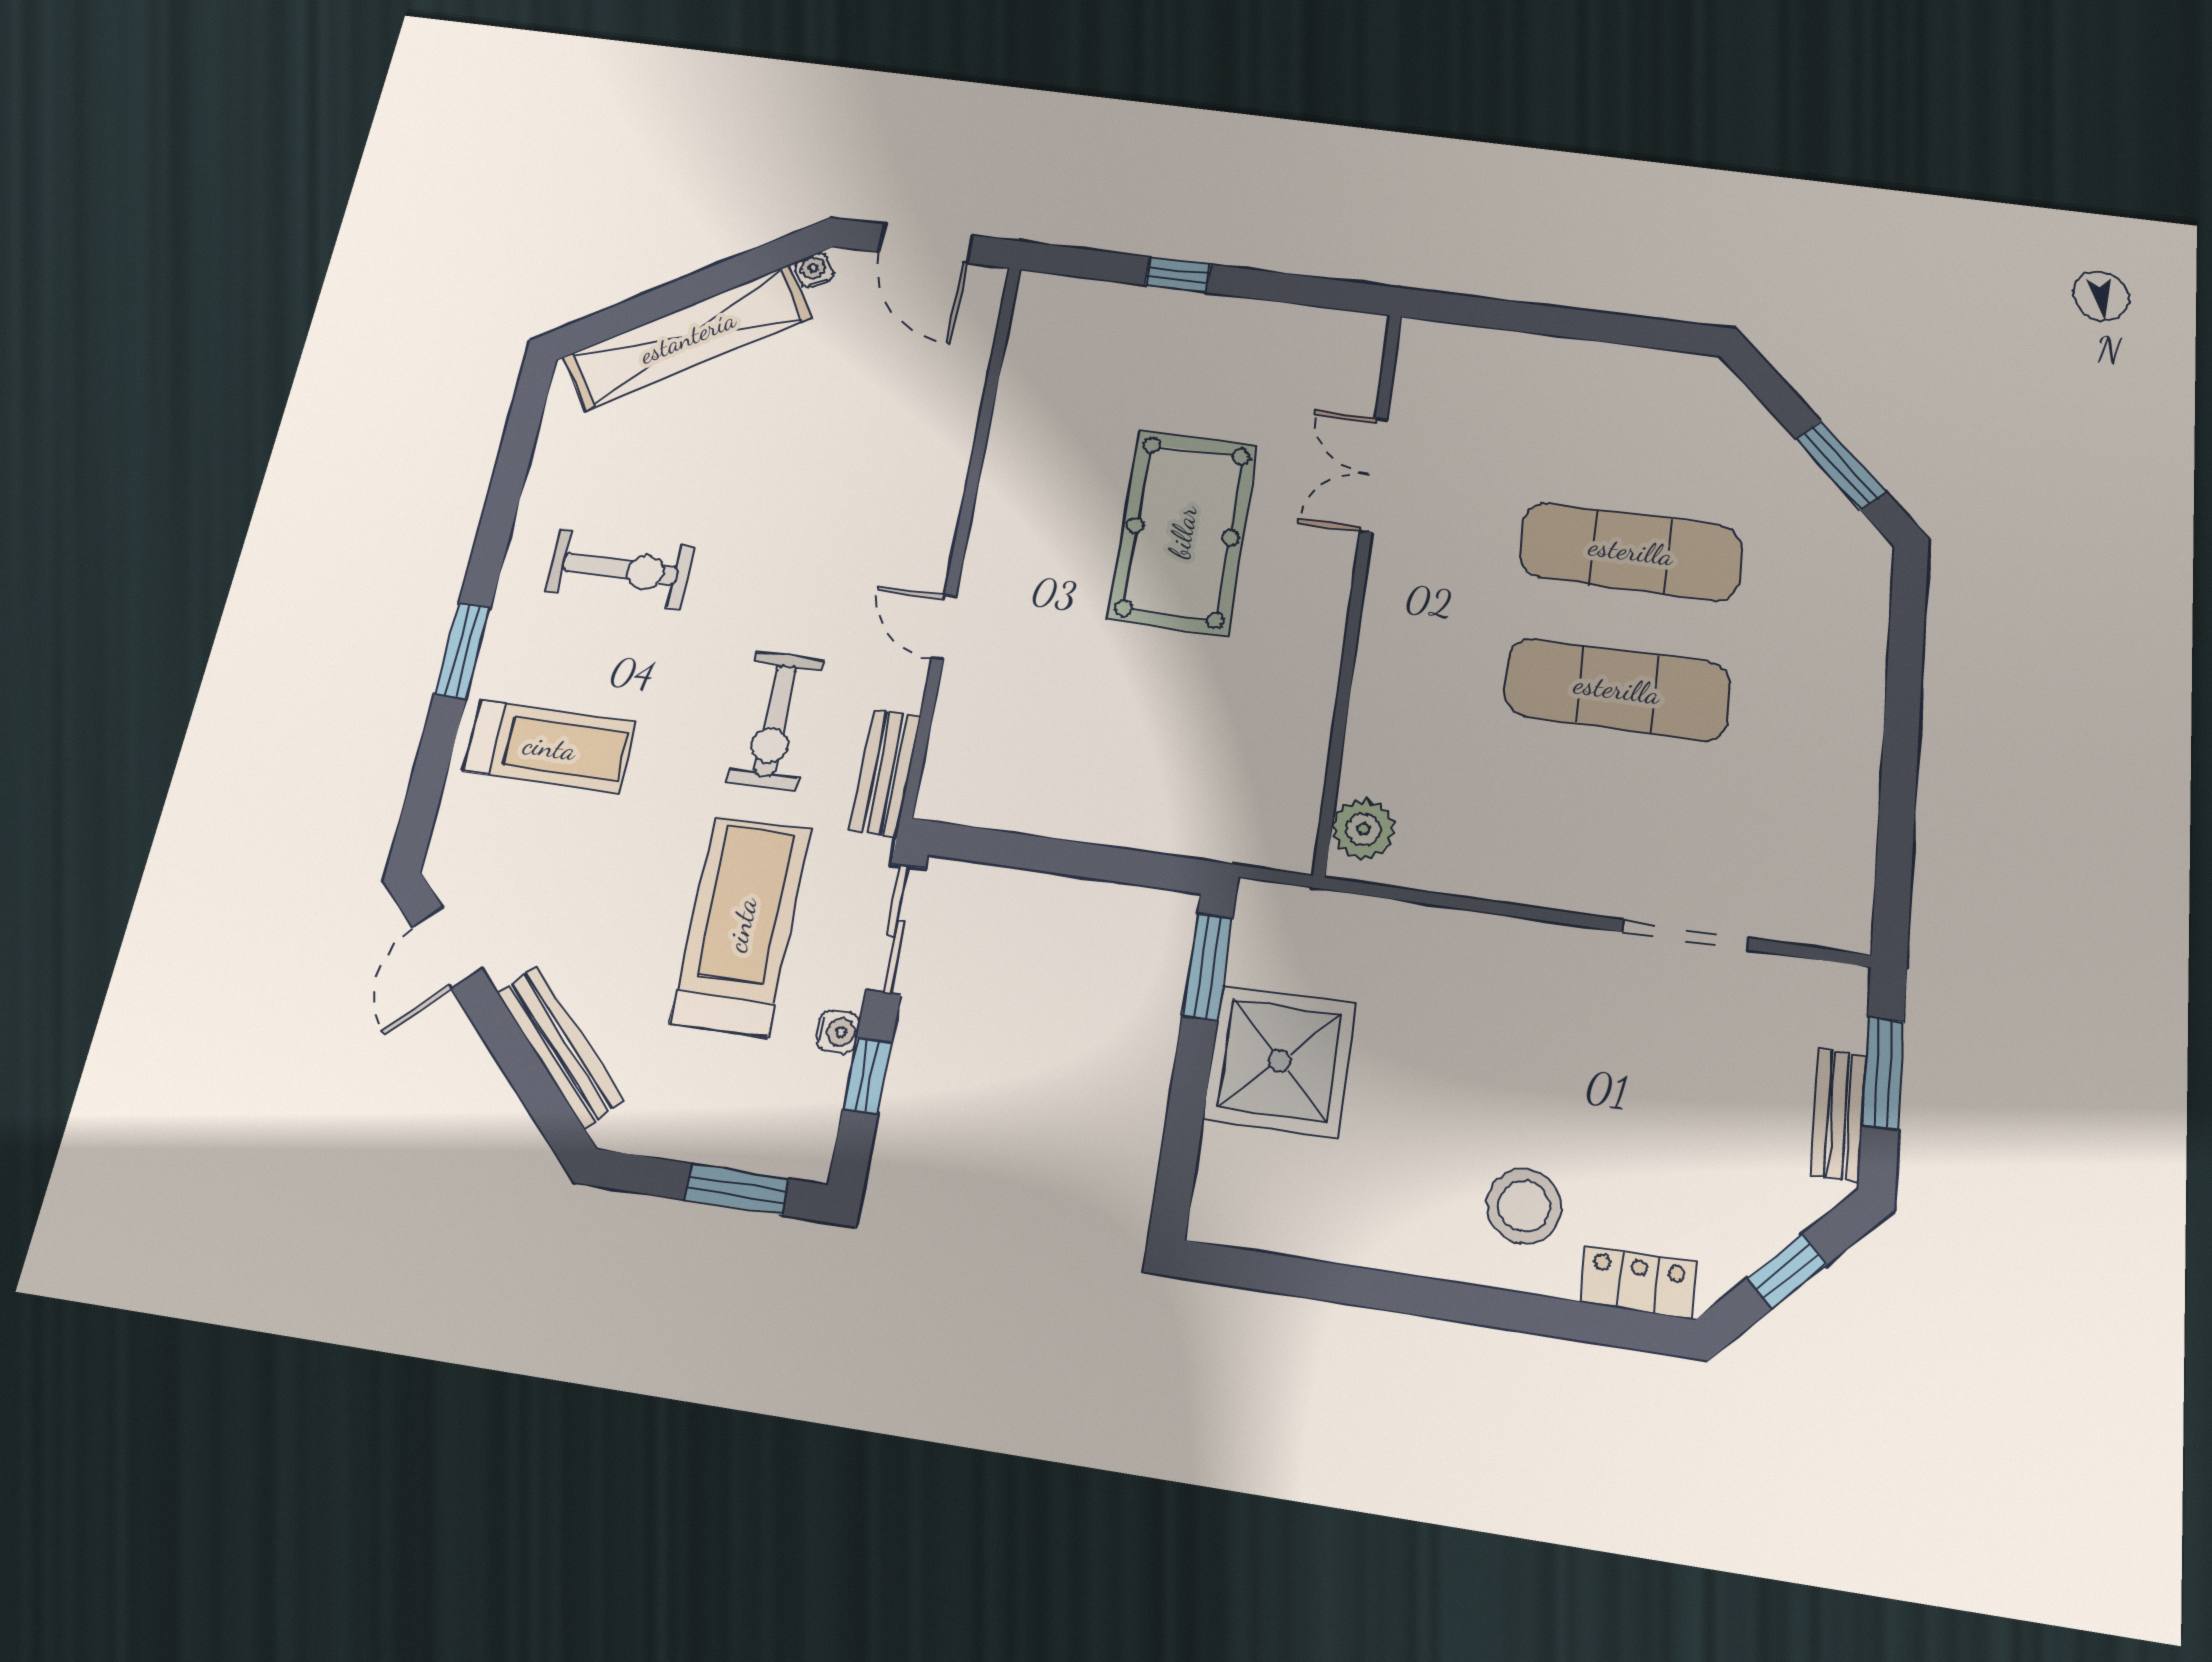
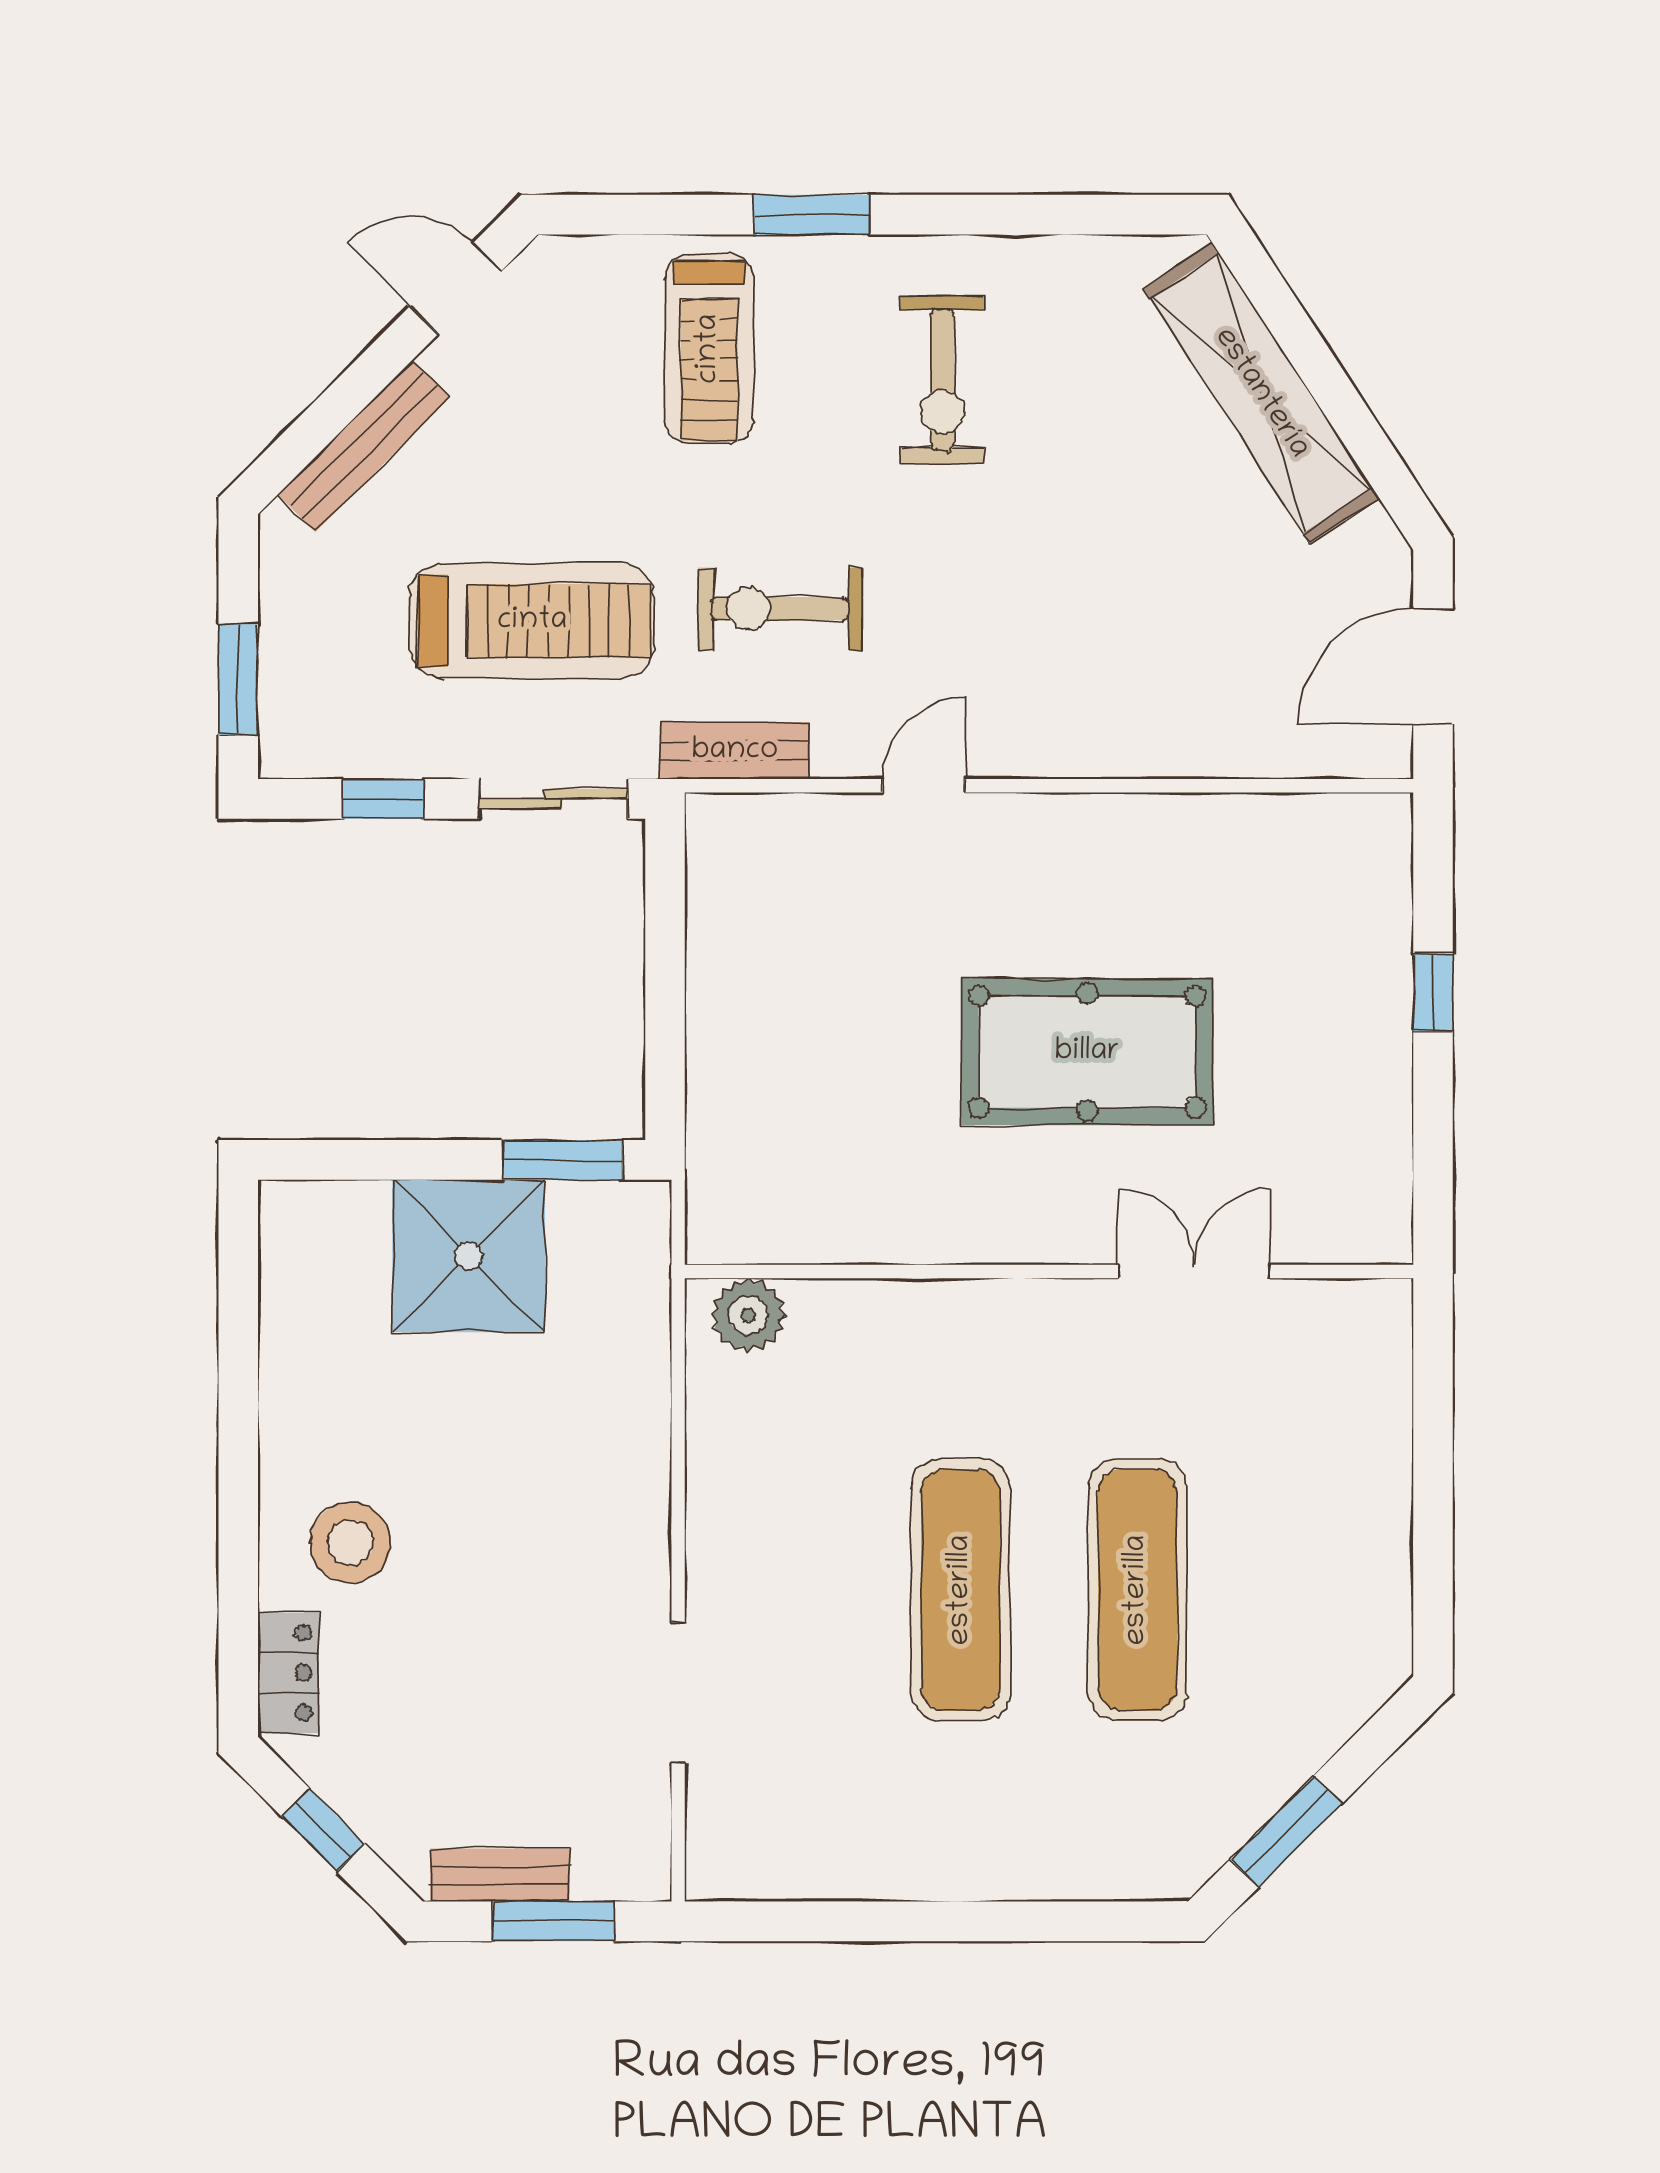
water cooler: (814, 270) -> (1376, 532), removed
water cooler: (838, 1032) -> (427, 756), removed

